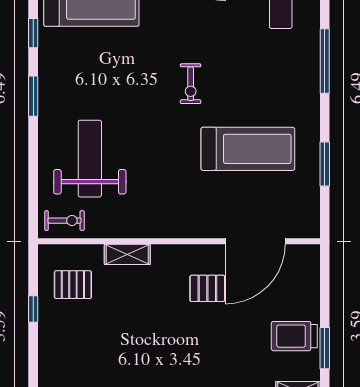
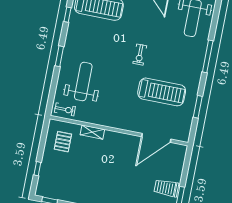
window: (33, 96) -> (59, 56), moved
pallet: (73, 285) -> (63, 142), turned 90
pallet: (207, 288) -> (128, 156), removed
window: (33, 309) -> (37, 169), moved

